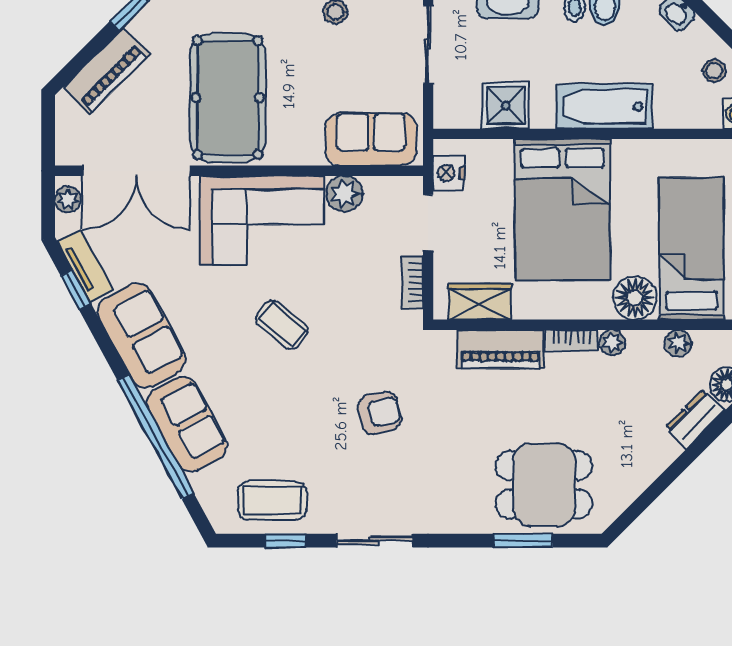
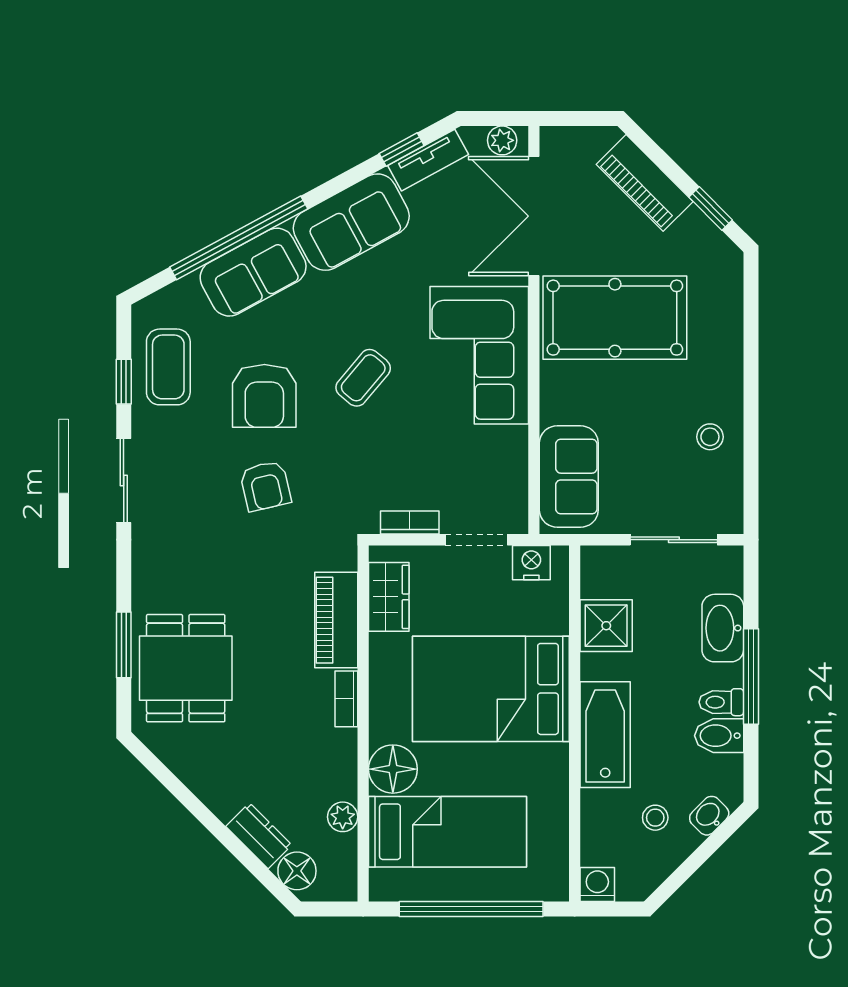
stool: (714, 71) -> (655, 818), moved
plant: (344, 194) -> (508, 447), removed
plant: (612, 343) -> (343, 744), removed
armchair: (298, 414) -> (264, 396), added

